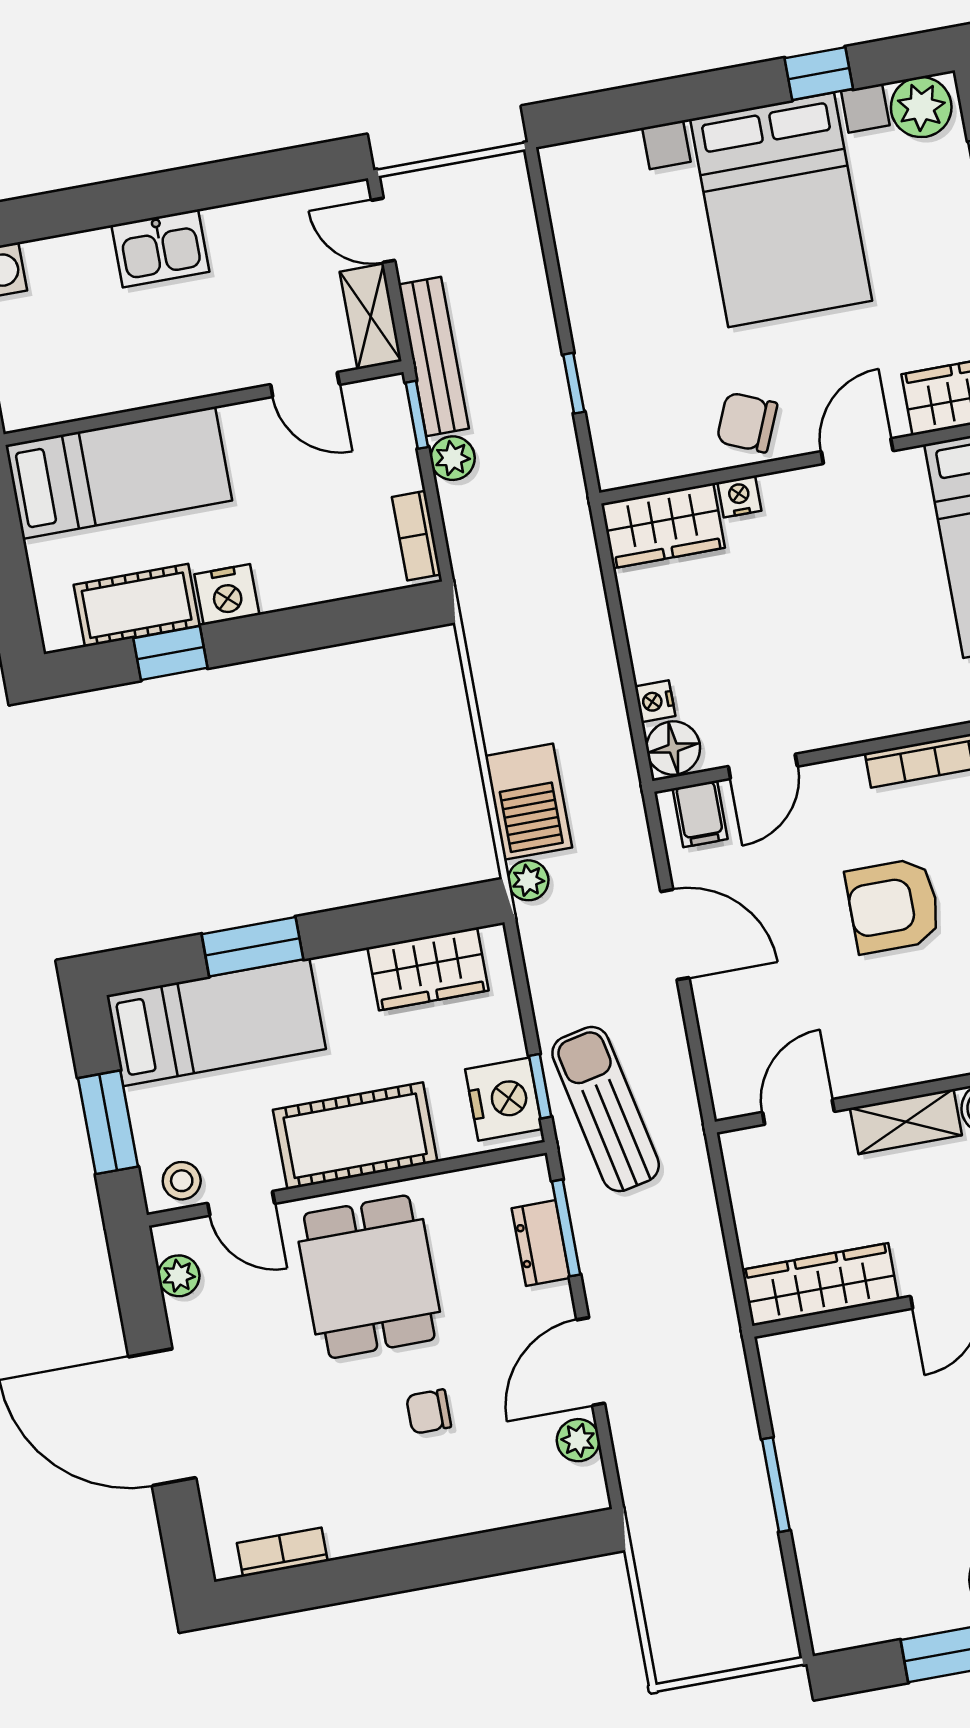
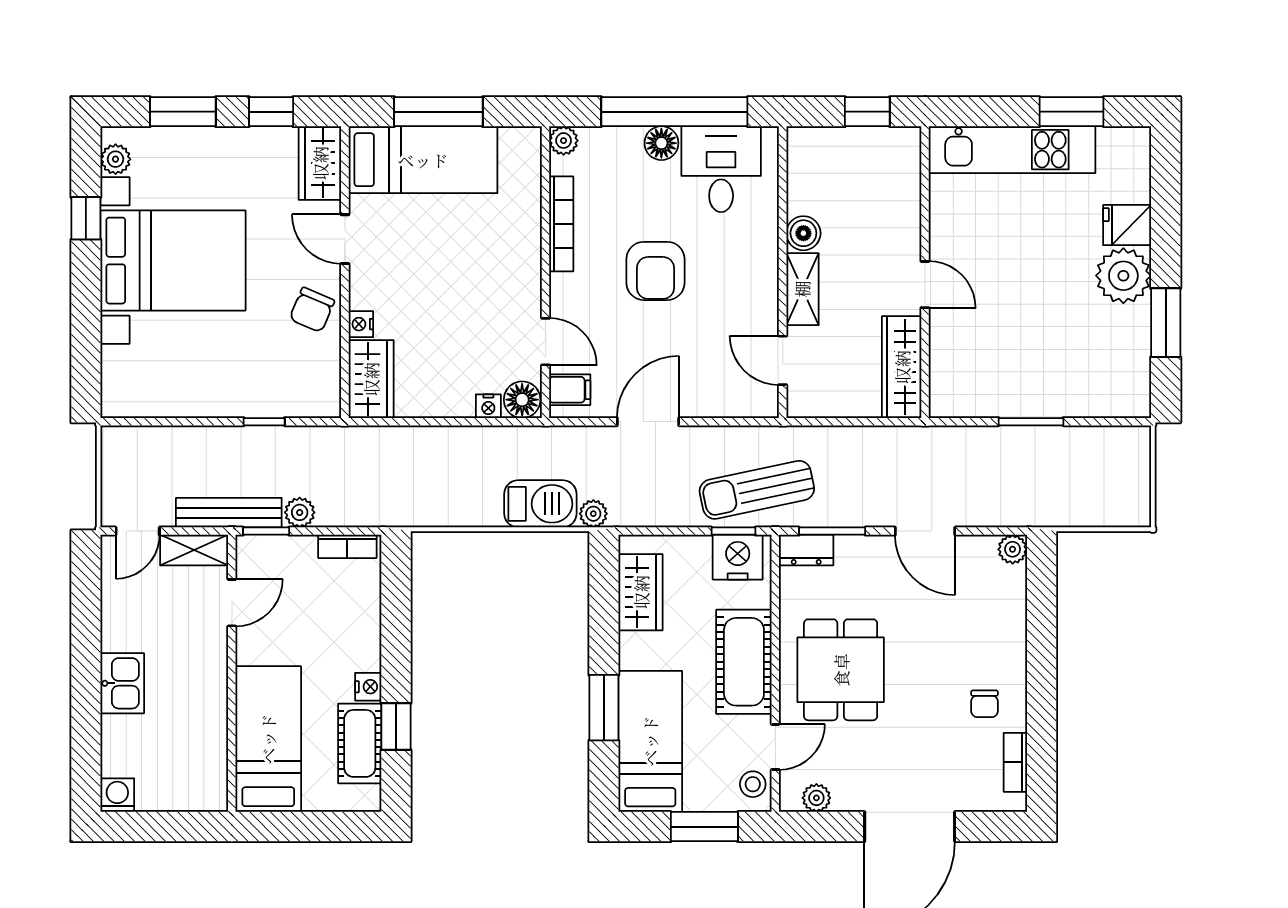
plant: (921, 107) -> (116, 159), width x0.73, depth x0.73
nightstand: (227, 595) -> (368, 687), width x0.72, depth x0.74
dresser: (541, 1243) -> (806, 550), moved
dining table: (369, 1277) -> (841, 670), turned 90
chair: (429, 1412) -> (985, 704), moved
plant: (578, 1440) -> (1013, 549), moved

